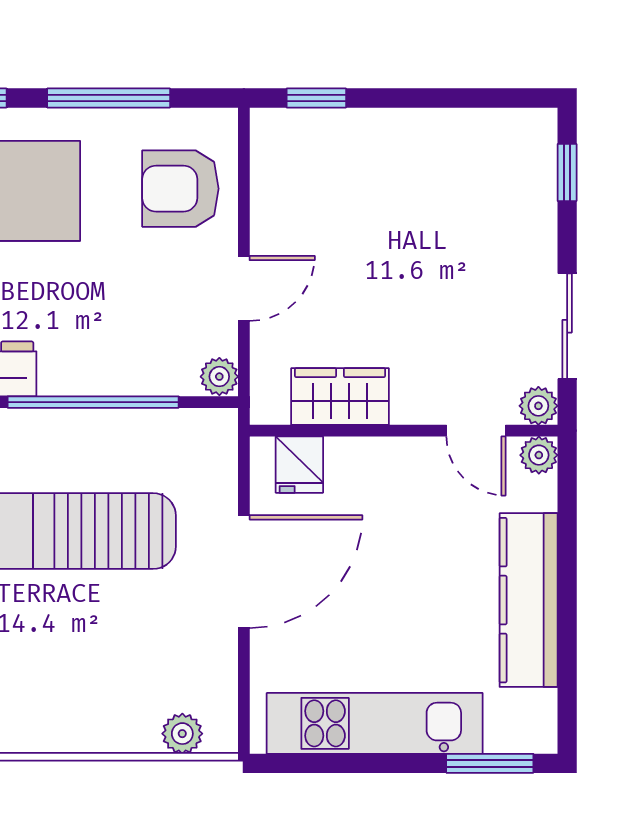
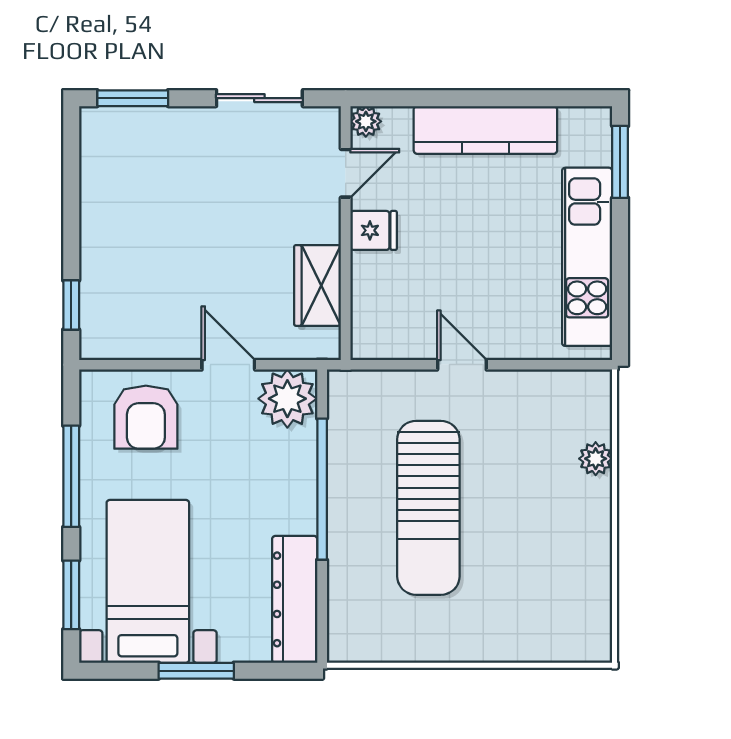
window: (567, 173) -> (133, 98), width x1.50
plant: (219, 377) -> (287, 399), width x1.88, depth x1.88
plant: (538, 406) -> (325, 122), removed
fridge: (299, 465) -> (374, 230), moved
door: (244, 572) -> (462, 365), width x0.53
plant: (182, 734) -> (596, 459), moved

